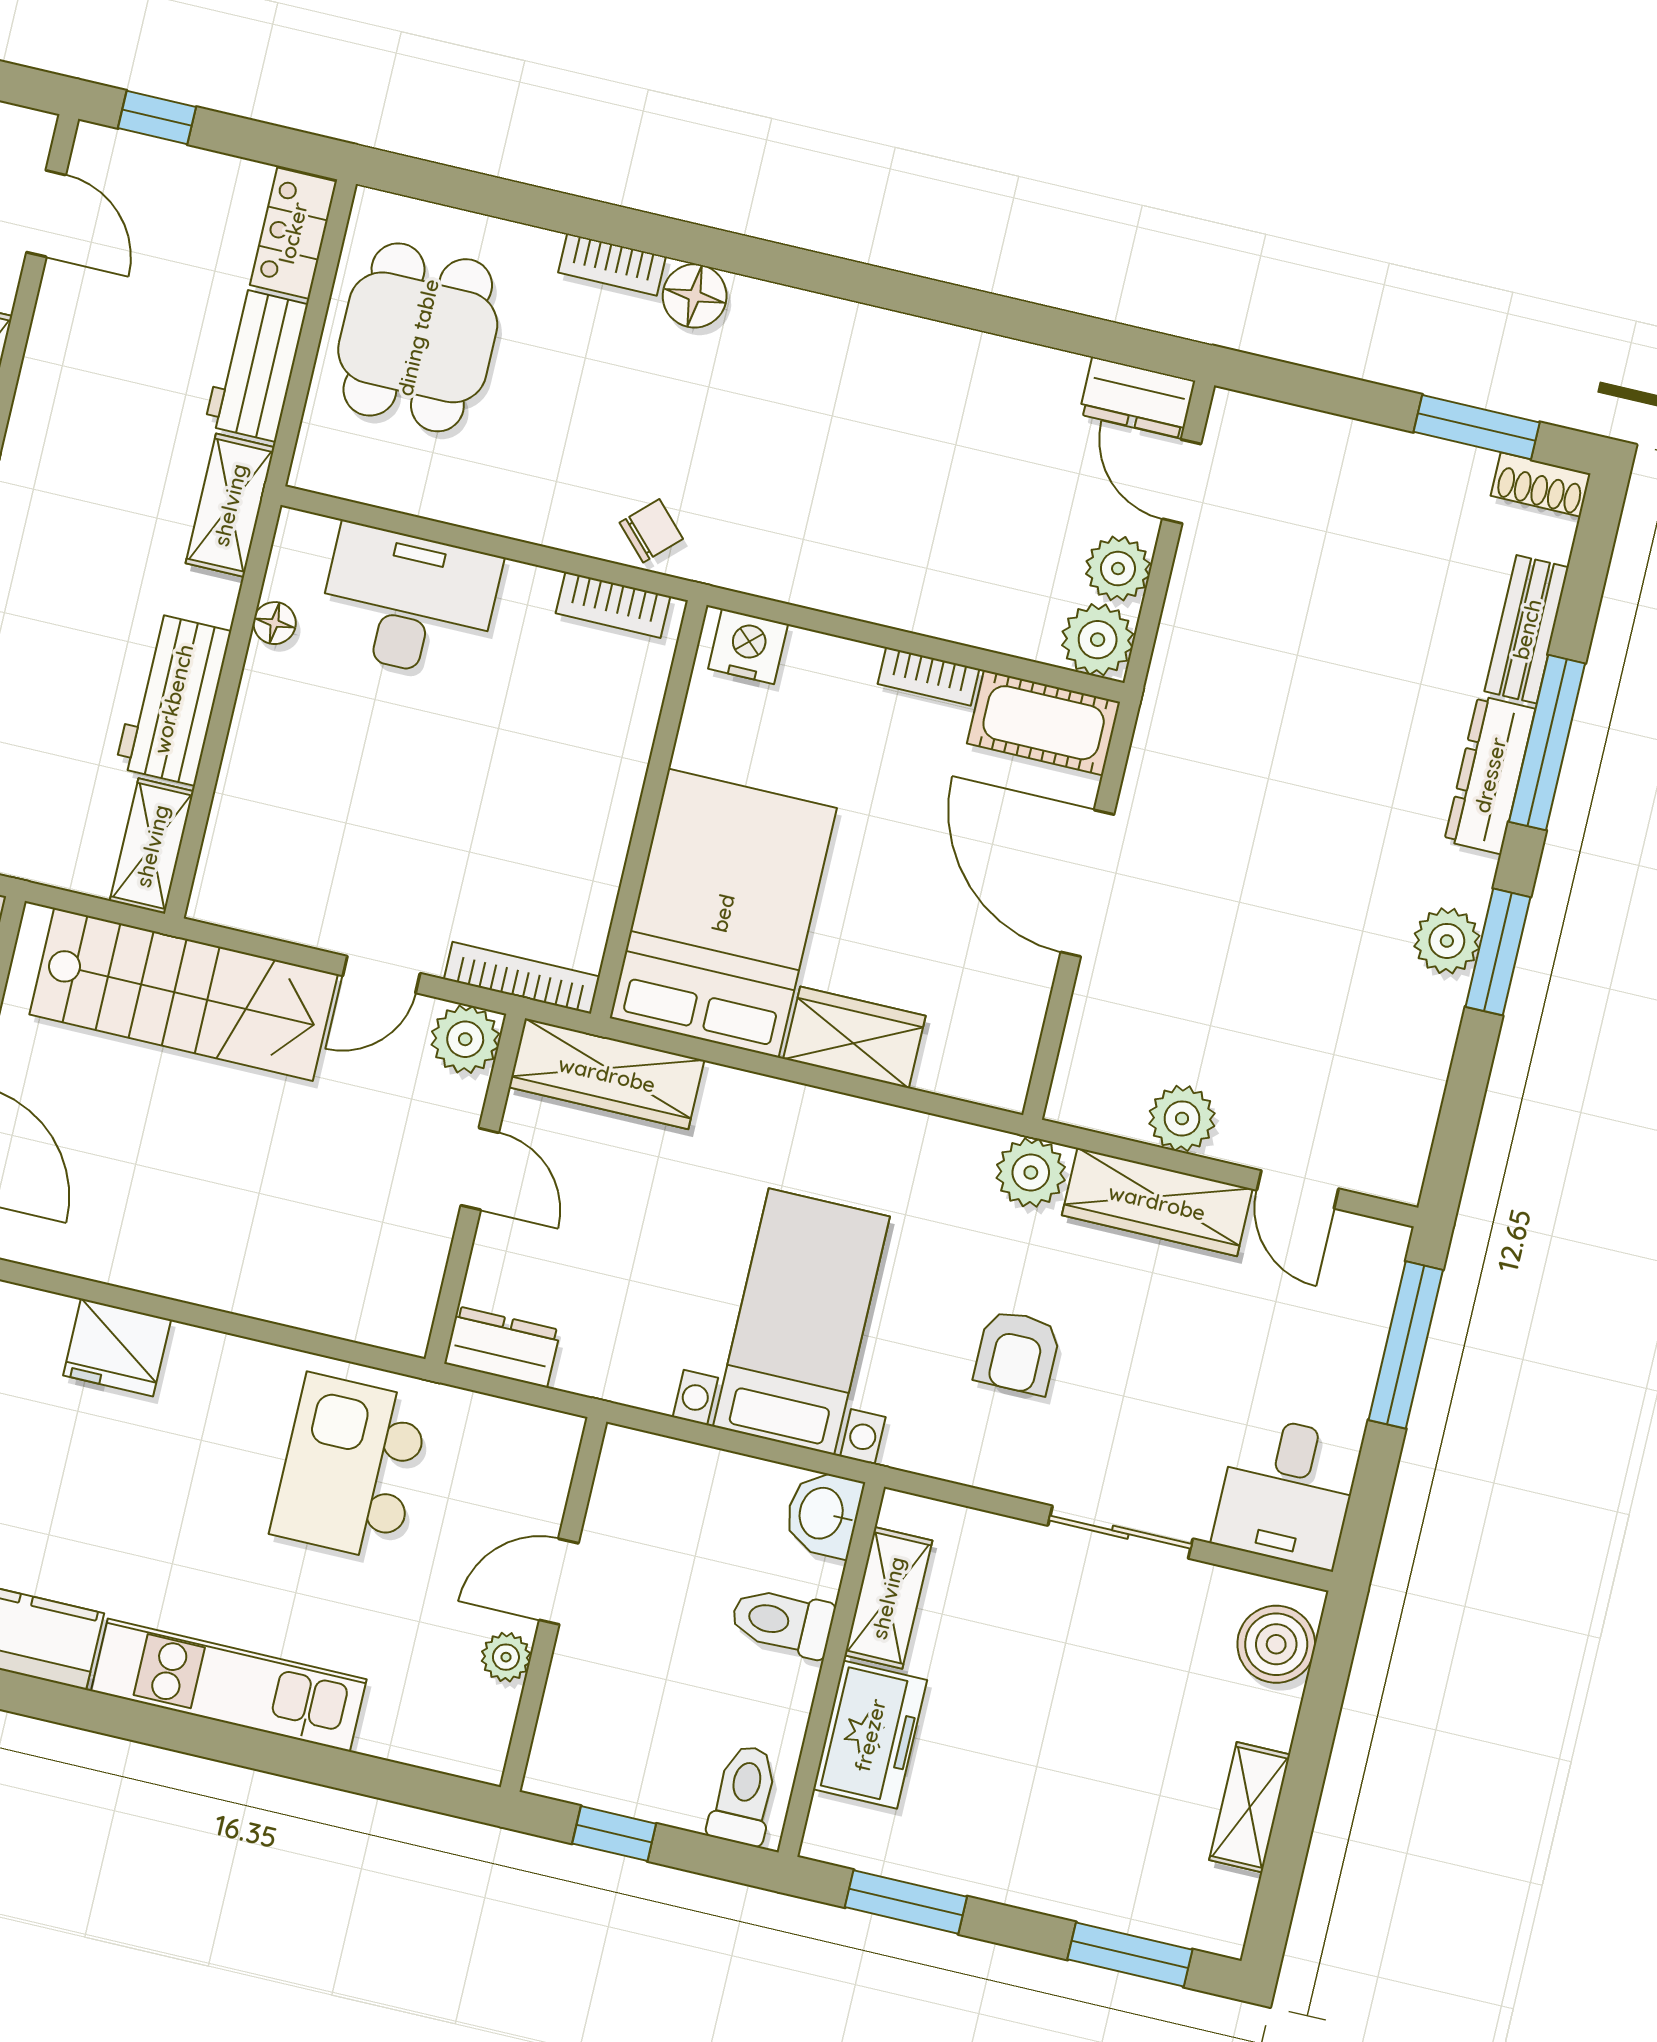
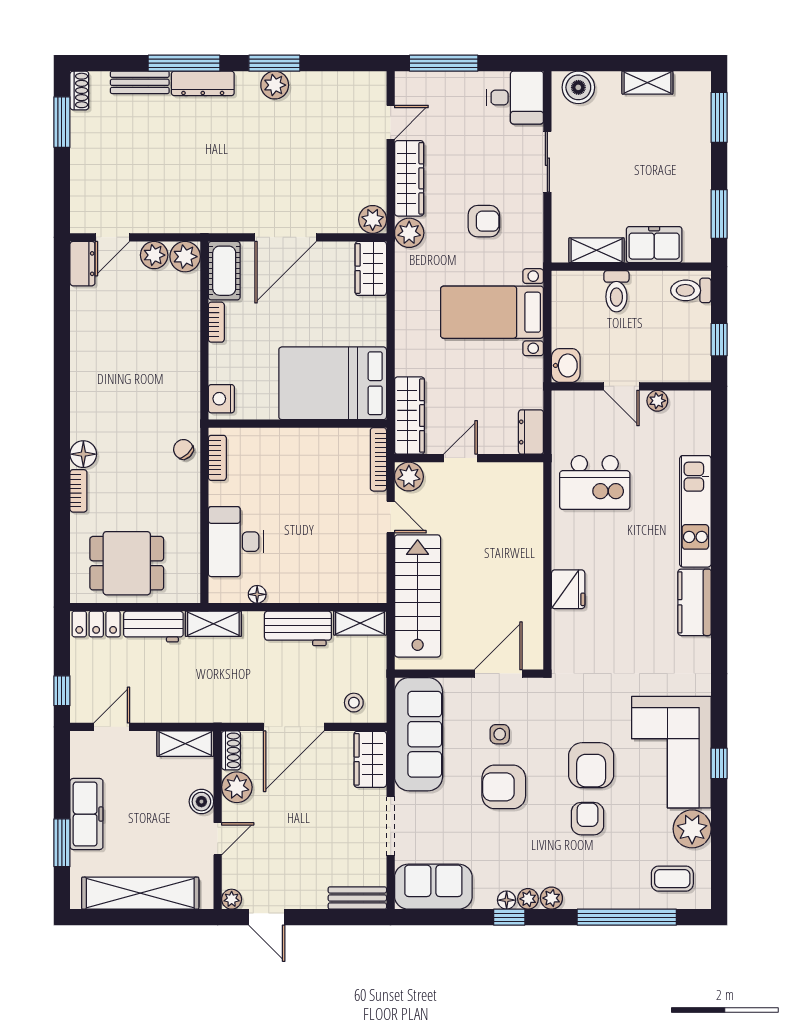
wardrobe: (854, 1037) -> (371, 268), moved
plant: (1182, 1118) -> (373, 219), moved
washbasin: (823, 1514) -> (566, 365), moved, turned -90

